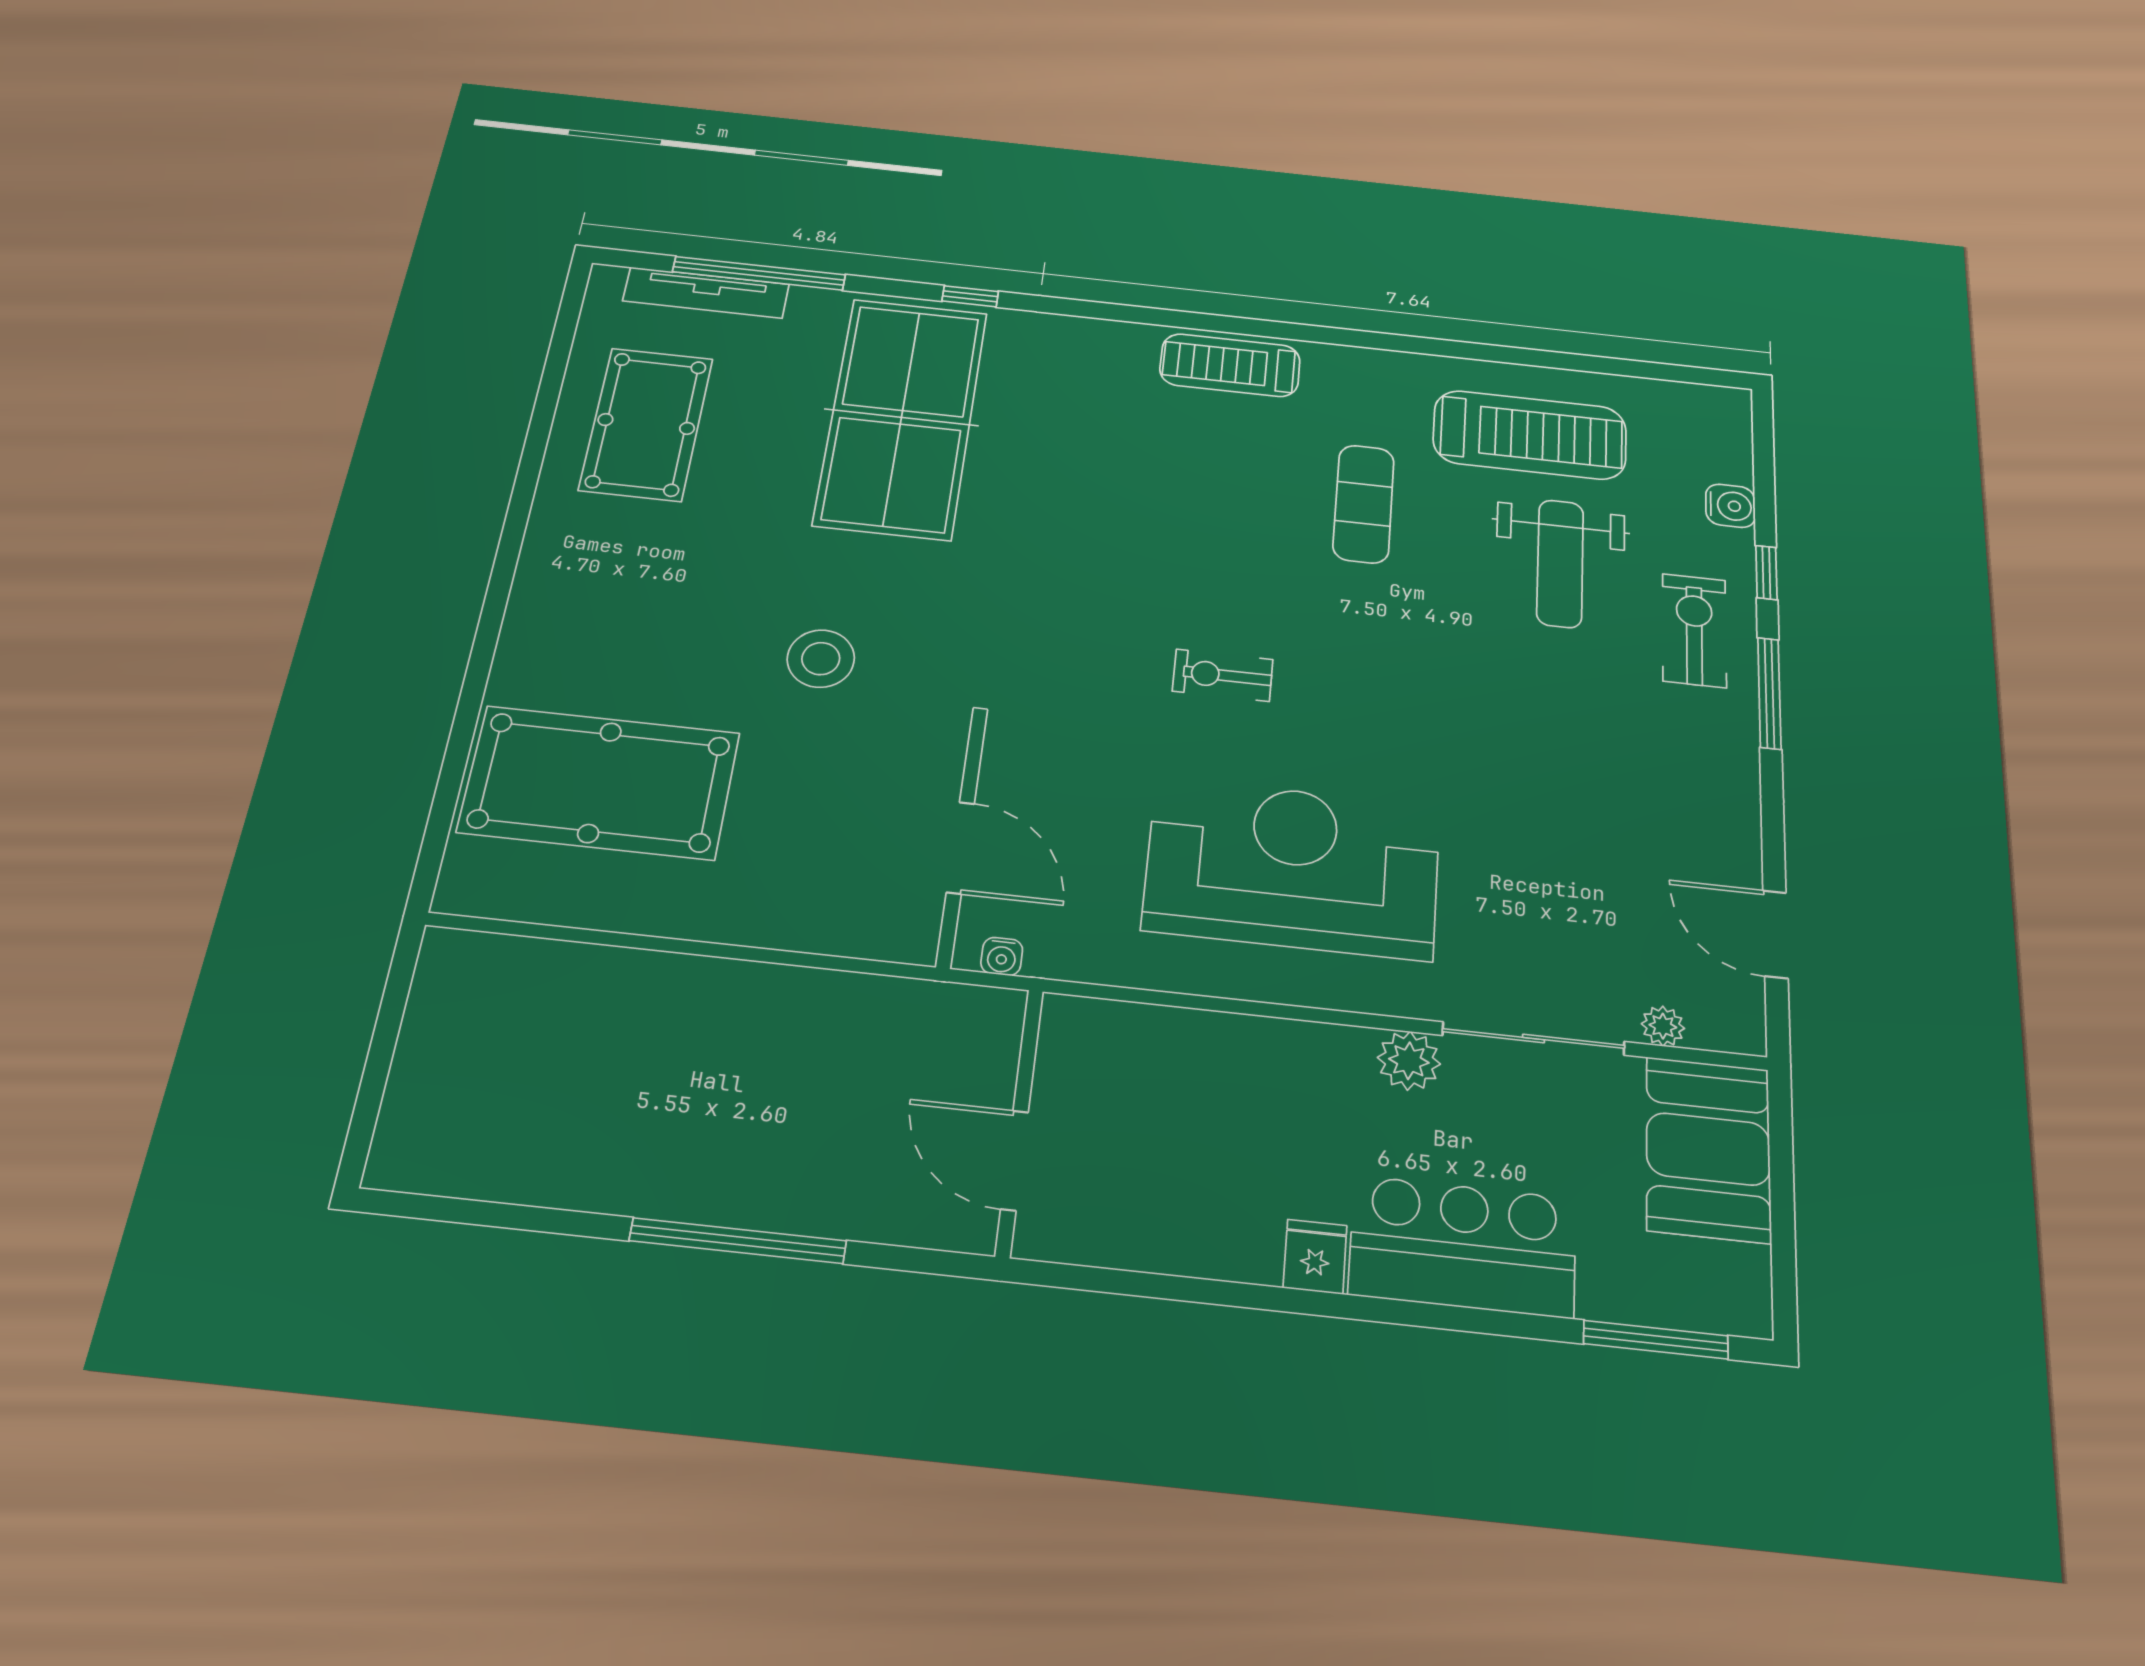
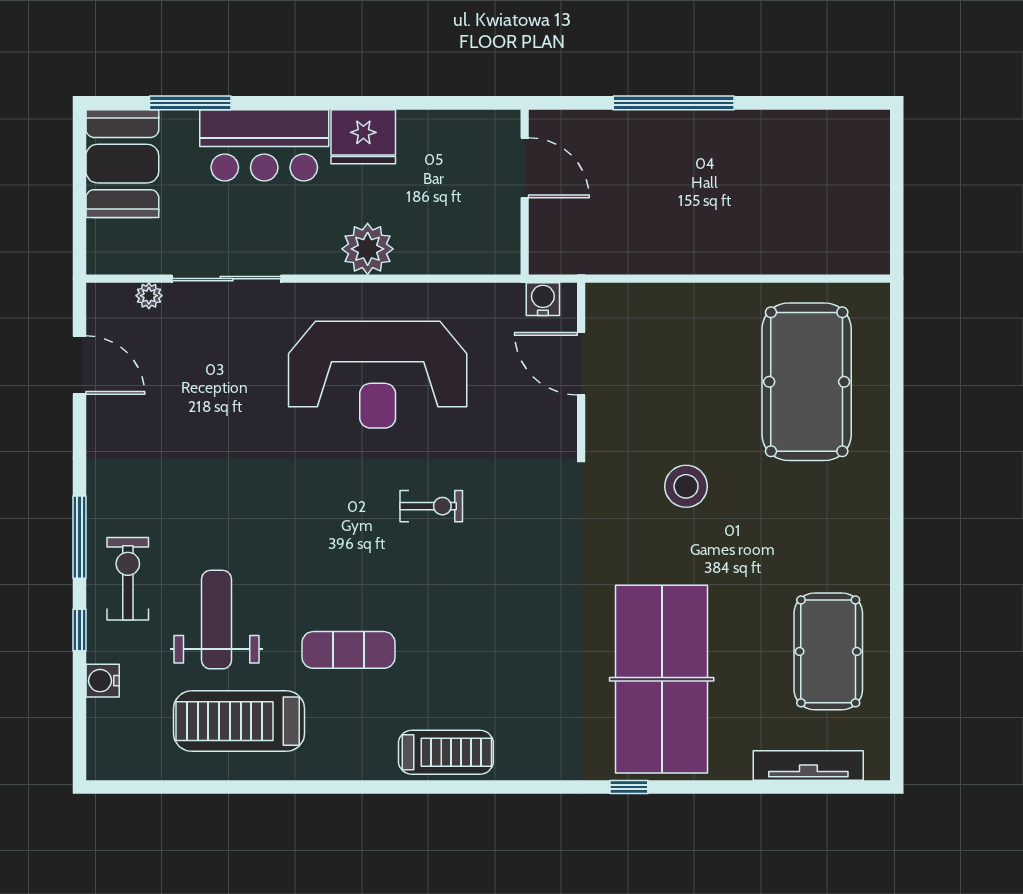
window: (759, 273) -> (775, 787), removed
exercise mat: (1364, 504) -> (349, 650), turned 90
exercise bike: (1694, 630) -> (128, 579), turned 180
pool table: (599, 782) -> (807, 382), turned 90
water cooler: (1002, 956) -> (543, 299), width x1.38, depth x1.38
plant: (1409, 1061) -> (368, 249), moved, width x1.36, depth x1.36
booth: (1708, 1149) -> (122, 164), moved
fridge: (1315, 1257) -> (363, 137), width x1.88, depth x1.34
window: (1656, 1340) -> (190, 103), moved

